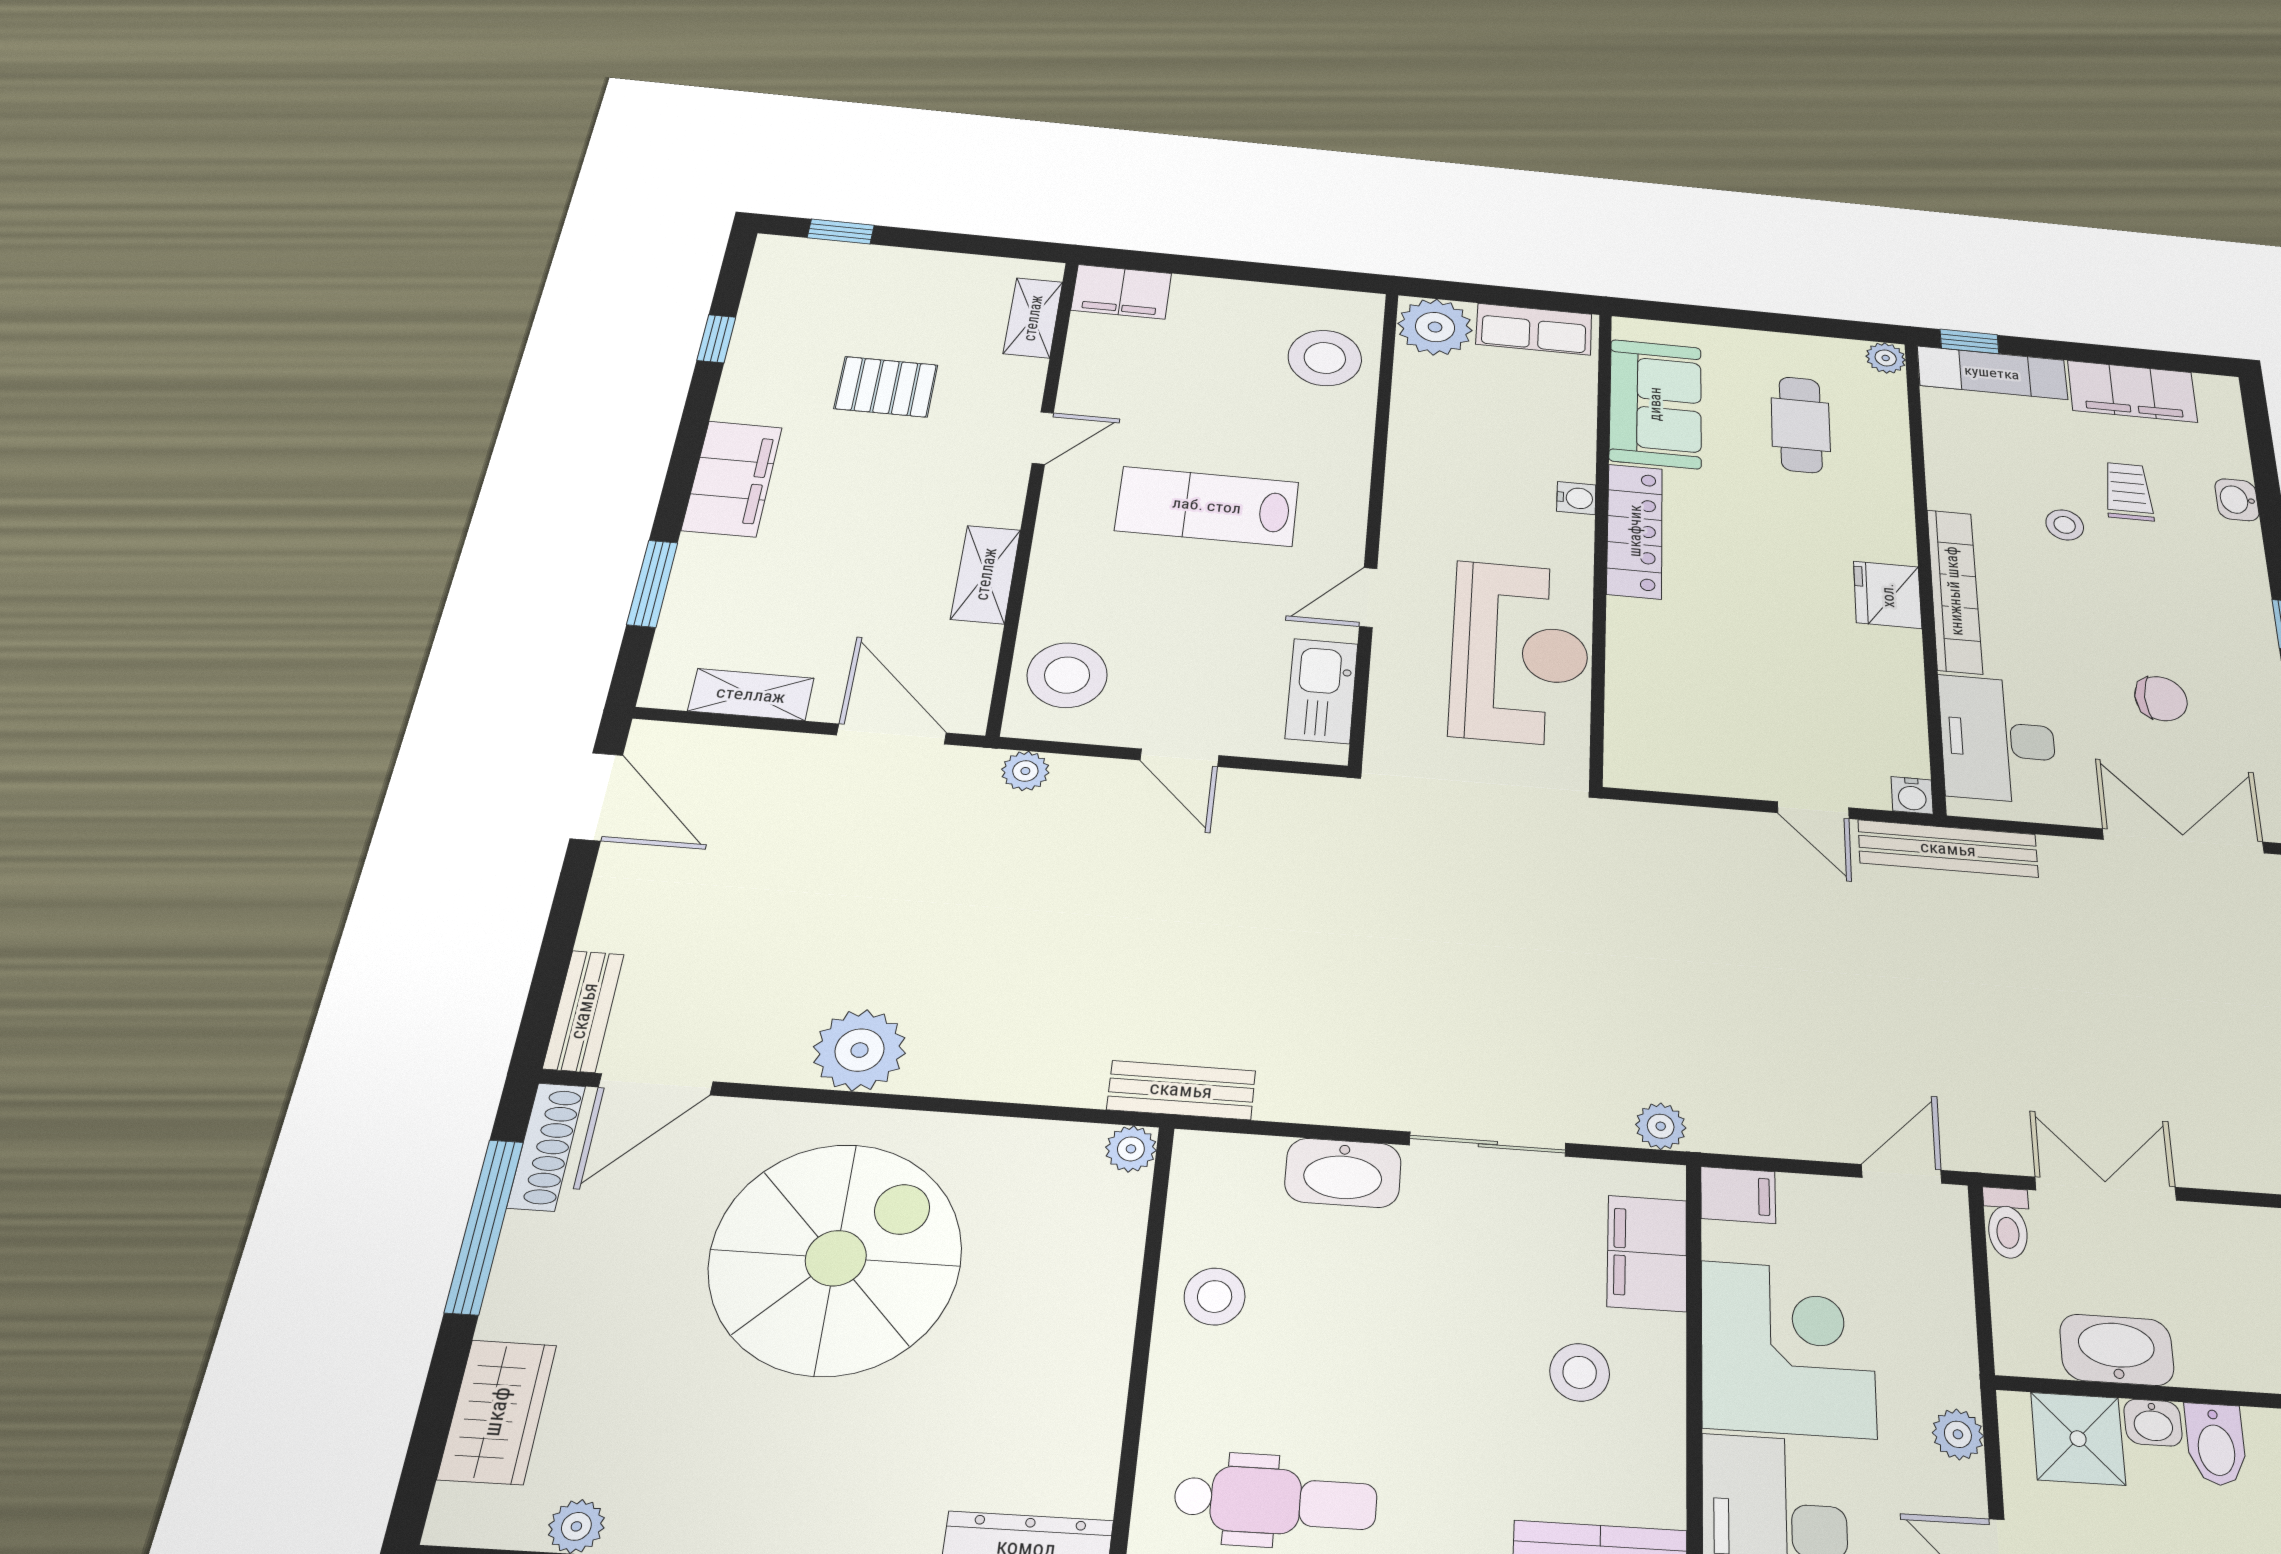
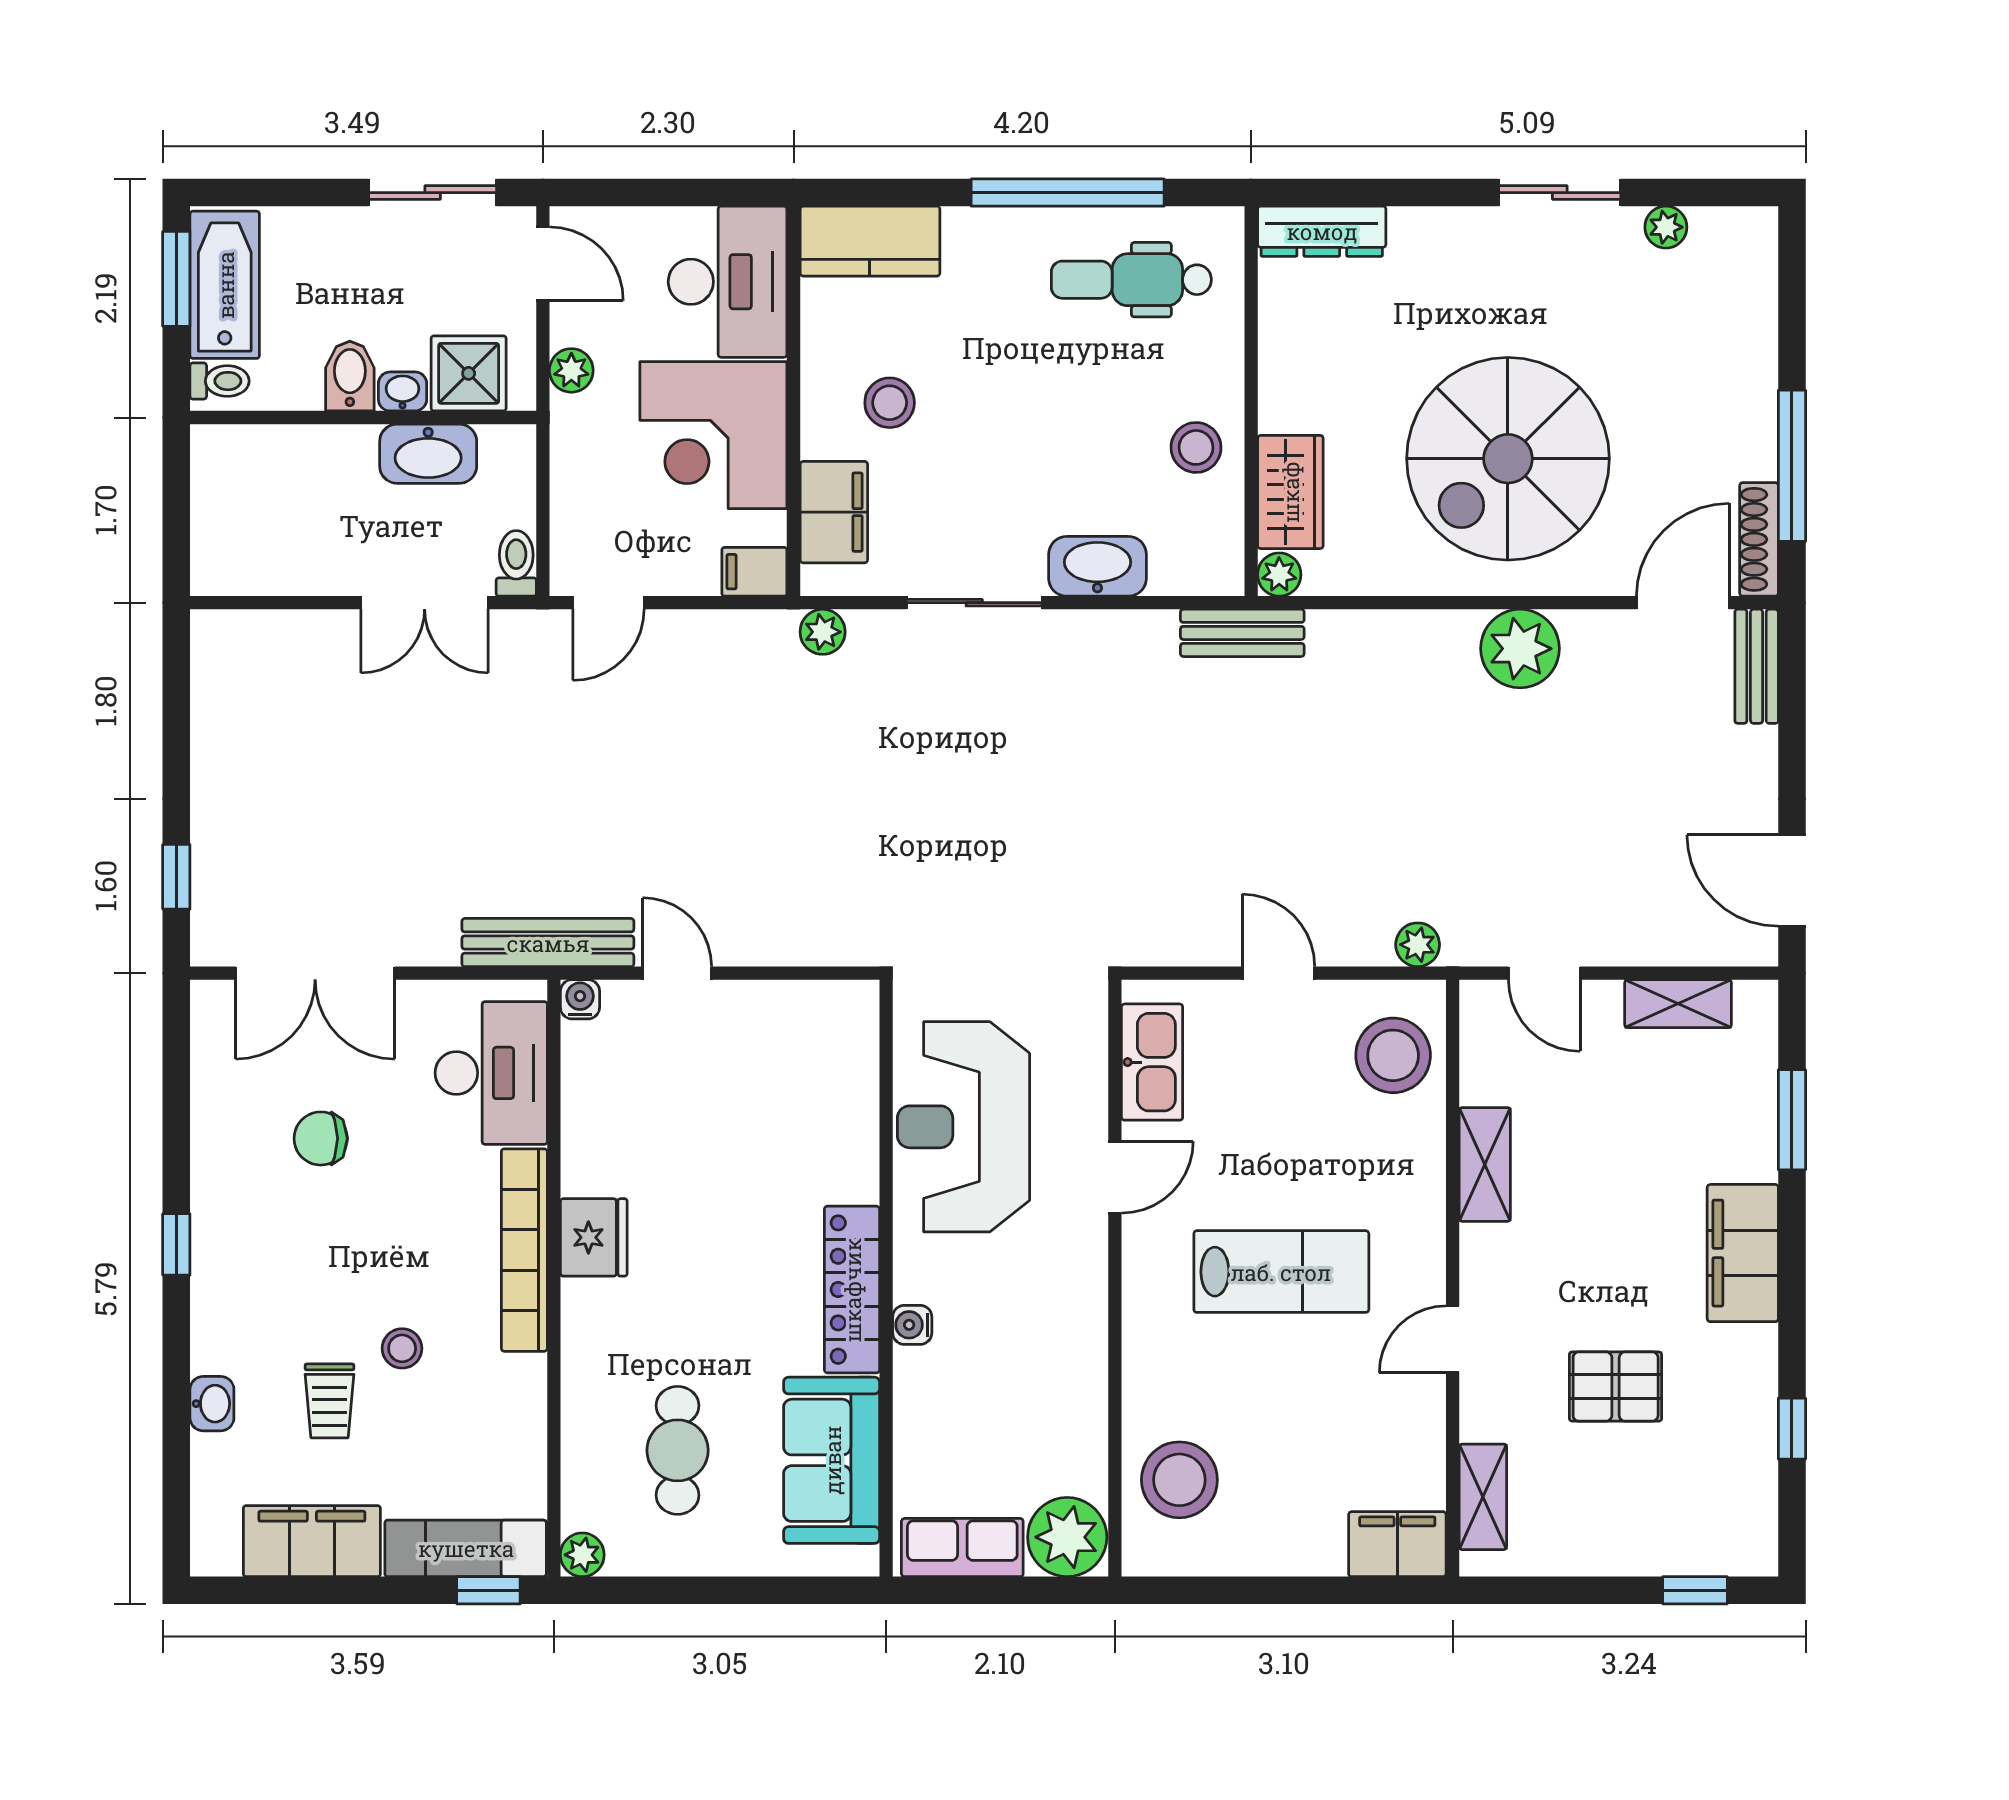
door: (892, 734) -> (1544, 973), width x0.73
wardrobe: (497, 1412) -> (1290, 492), moved, turned 180

